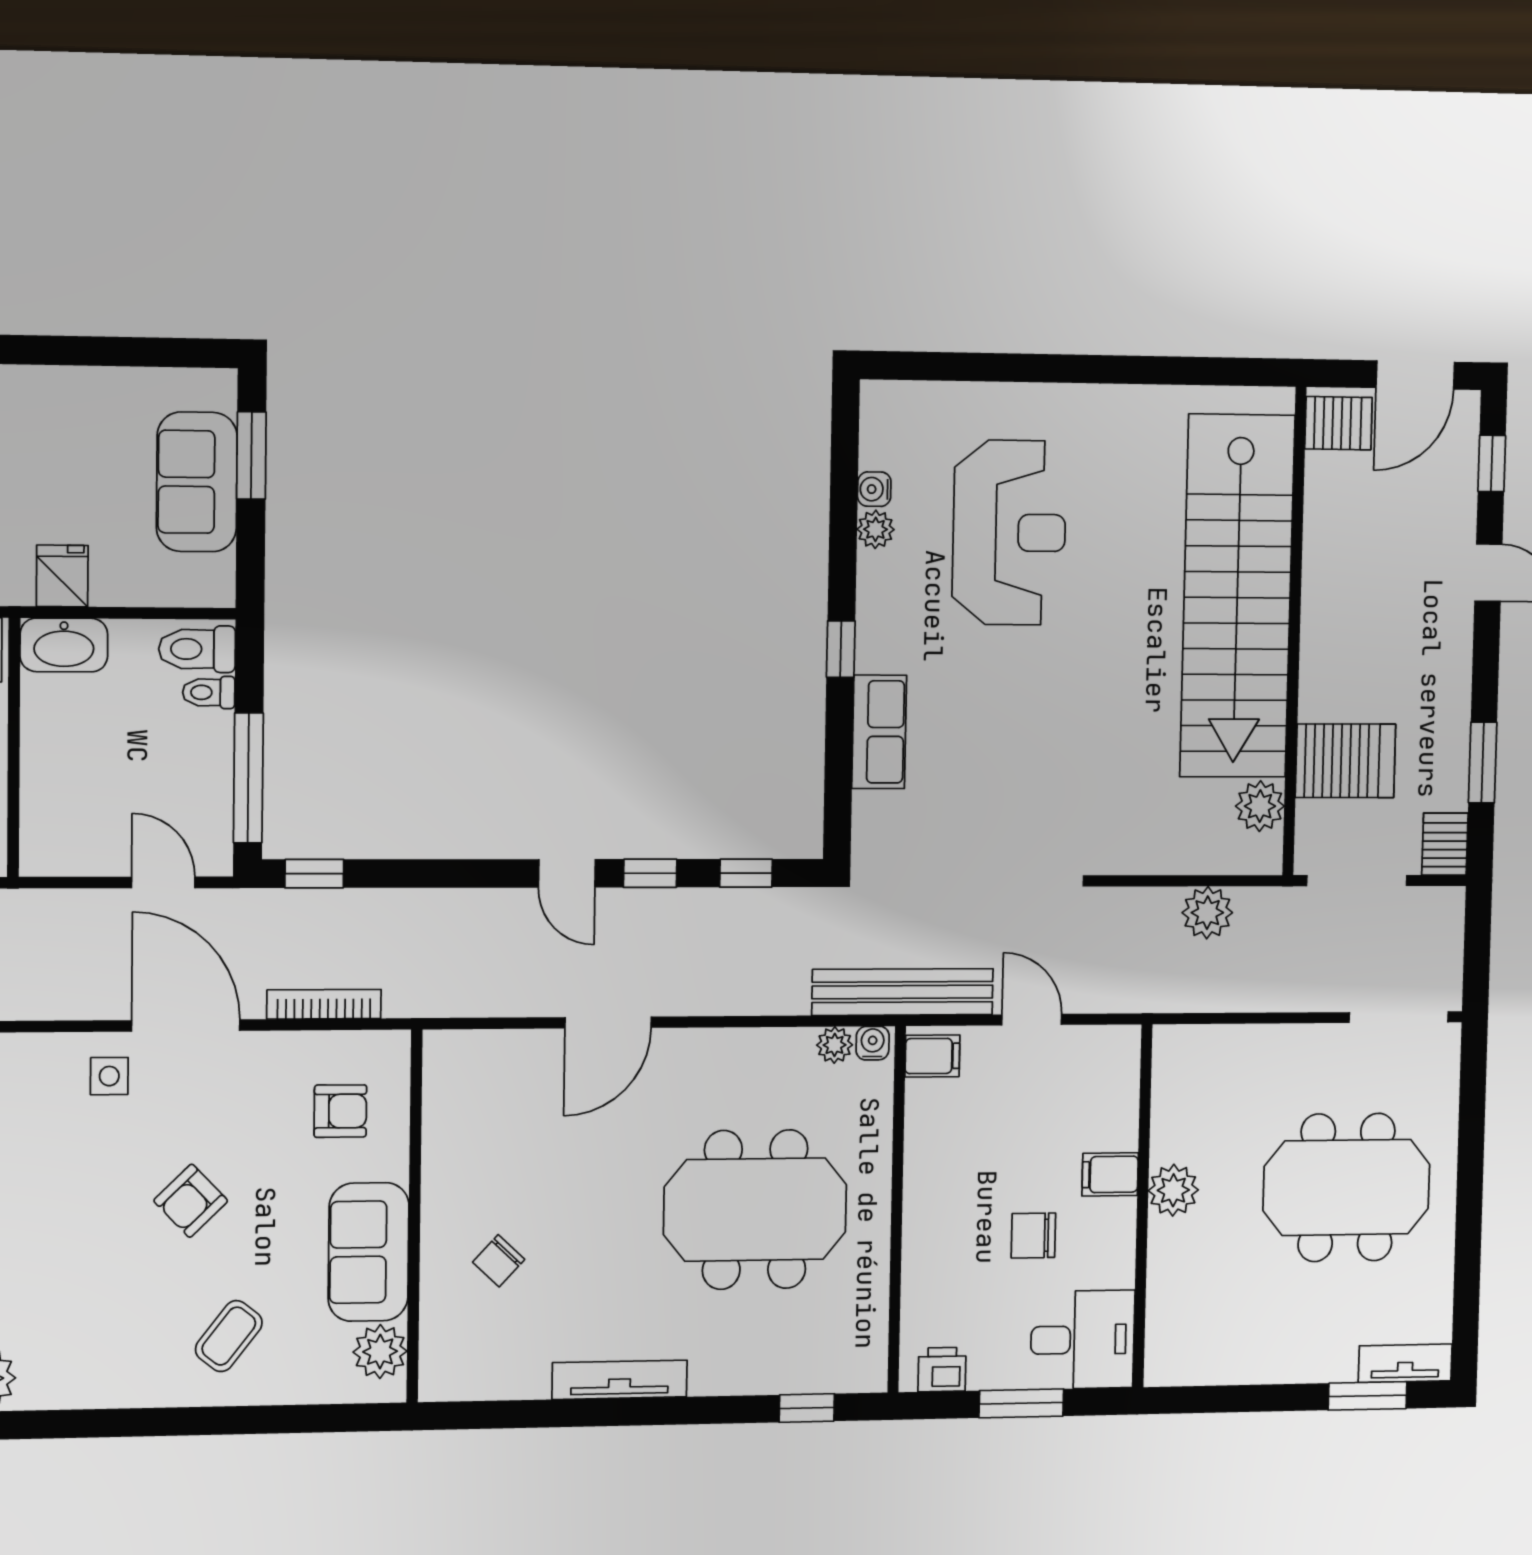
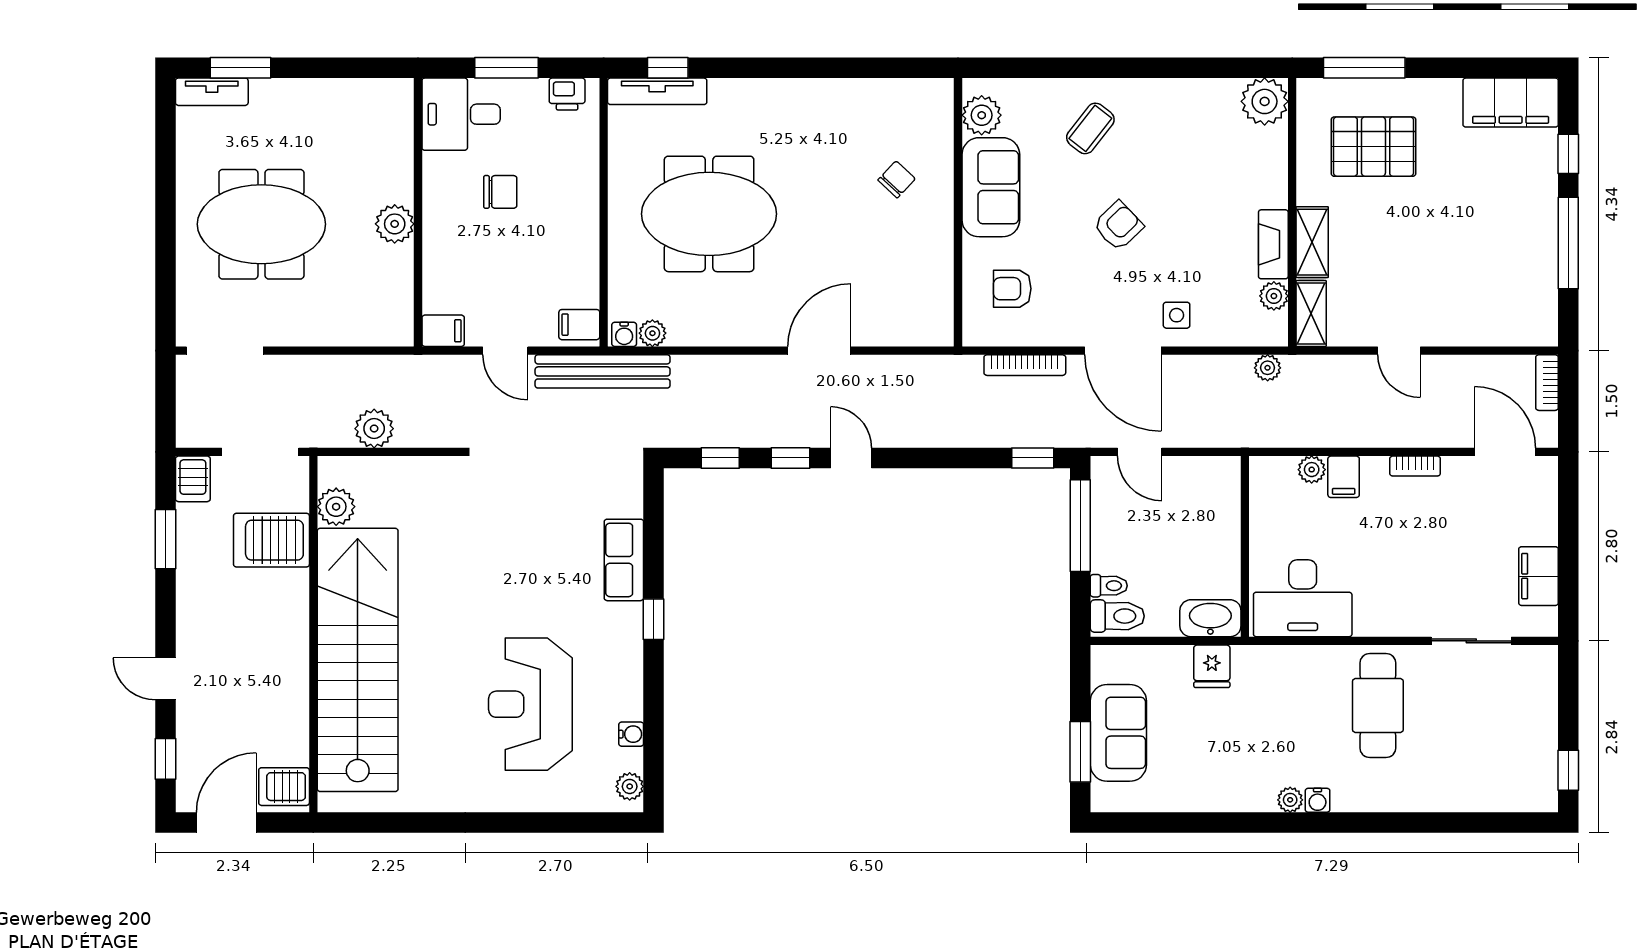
plant: (876, 529) -> (630, 786), moved
filing cabinet: (1110, 1174) -> (443, 331), moved
tv unit: (620, 1380) -> (657, 91), moved

